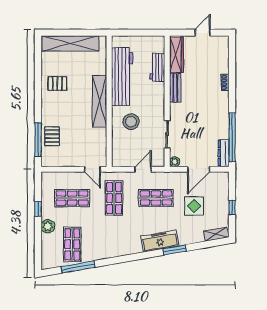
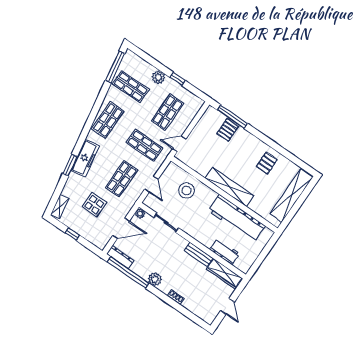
plant: (222, 111) -> (155, 279), added
stool: (131, 122) -> (186, 190), moved
pallet: (52, 136) -> (228, 130), turned 90
door: (199, 169) -> (121, 228), swing flipped
shop shelf: (114, 244) -> (108, 120), added
window: (78, 267) -> (115, 67), moved

